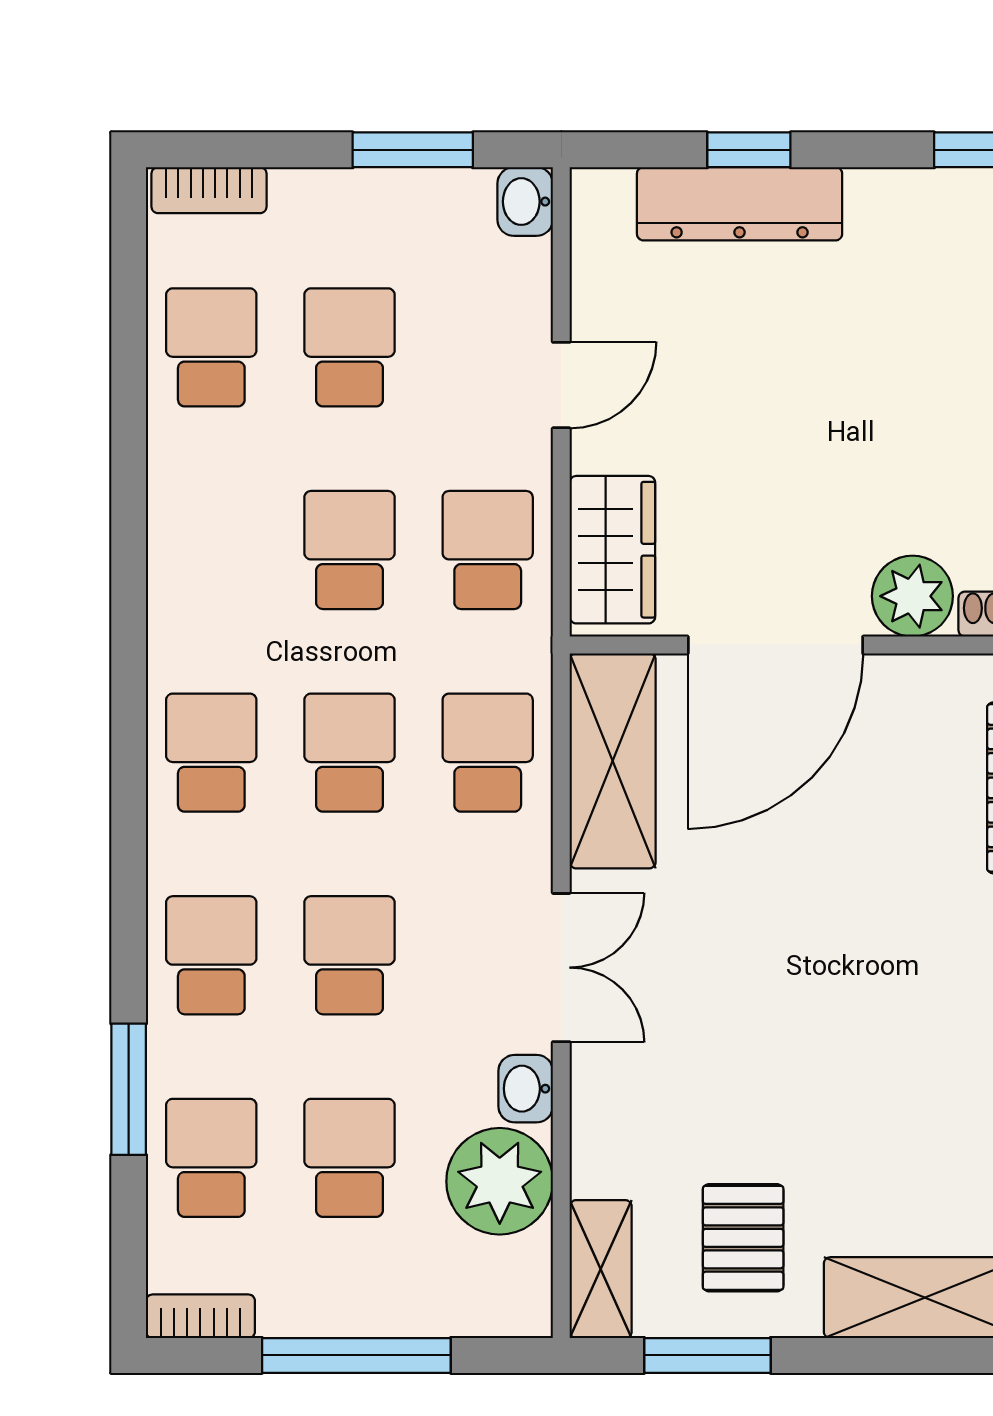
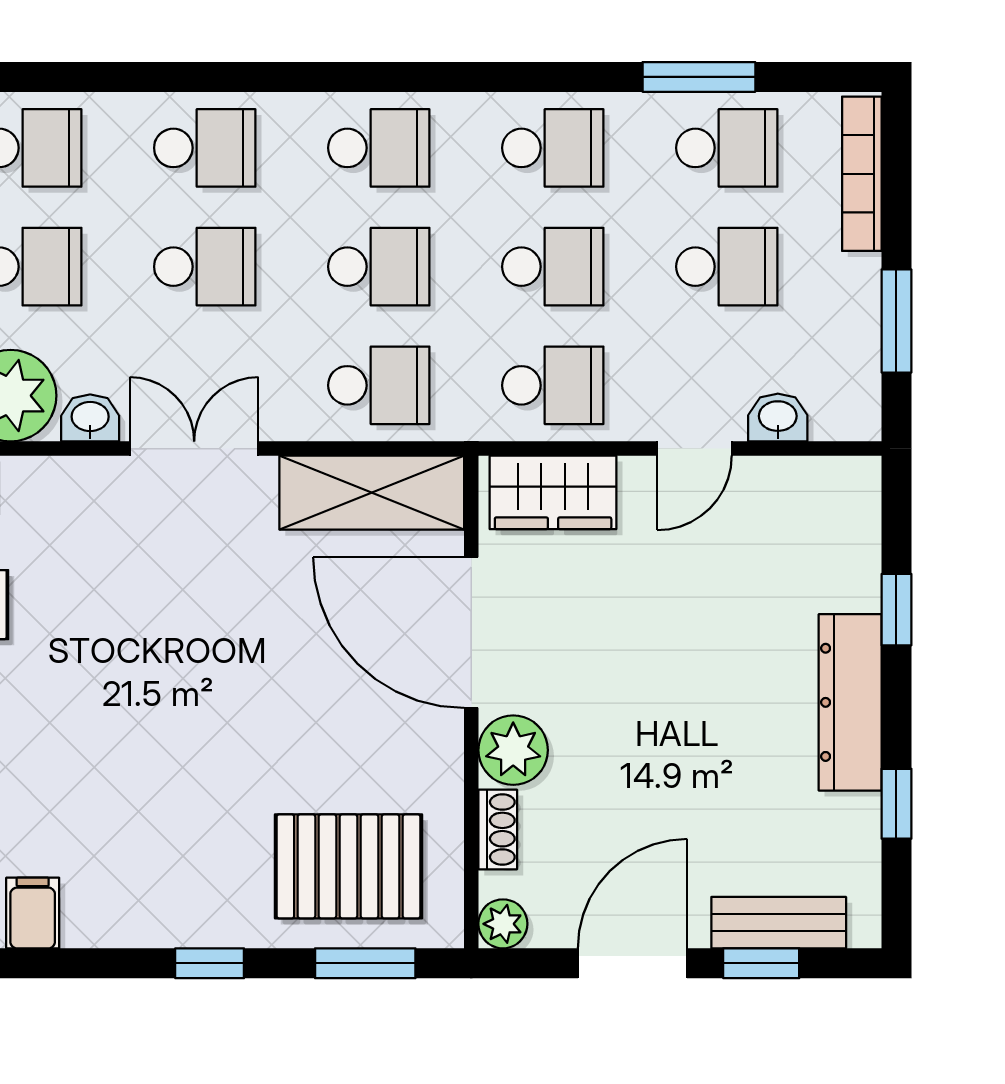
bookcase: (209, 190) -> (862, 174), width x1.56
washbasin: (525, 202) -> (778, 418), moved
dresser: (740, 204) -> (850, 702), moved
door: (561, 385) -> (694, 449), hinge flipped
school desk: (211, 550) -> (553, 148), added
double door: (561, 968) -> (194, 449), swing flipped
window: (129, 1089) -> (699, 77), moved

